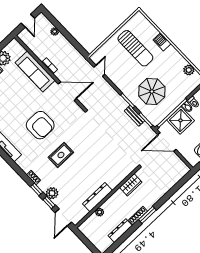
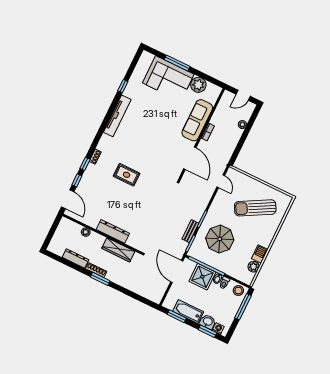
barbecue: (162, 42) -> (260, 254), moved
sun lounger: (135, 48) -> (255, 208), turned 61
door: (99, 71) -> (221, 181), hinge flipped
armchair: (40, 125) -> (148, 144), removed
wardrobe: (131, 185) -> (118, 250), width x1.50
plant: (52, 193) -> (87, 180), removed
dresser: (98, 197) -> (113, 231), moved
door: (63, 217) -> (68, 199), swing flipped

